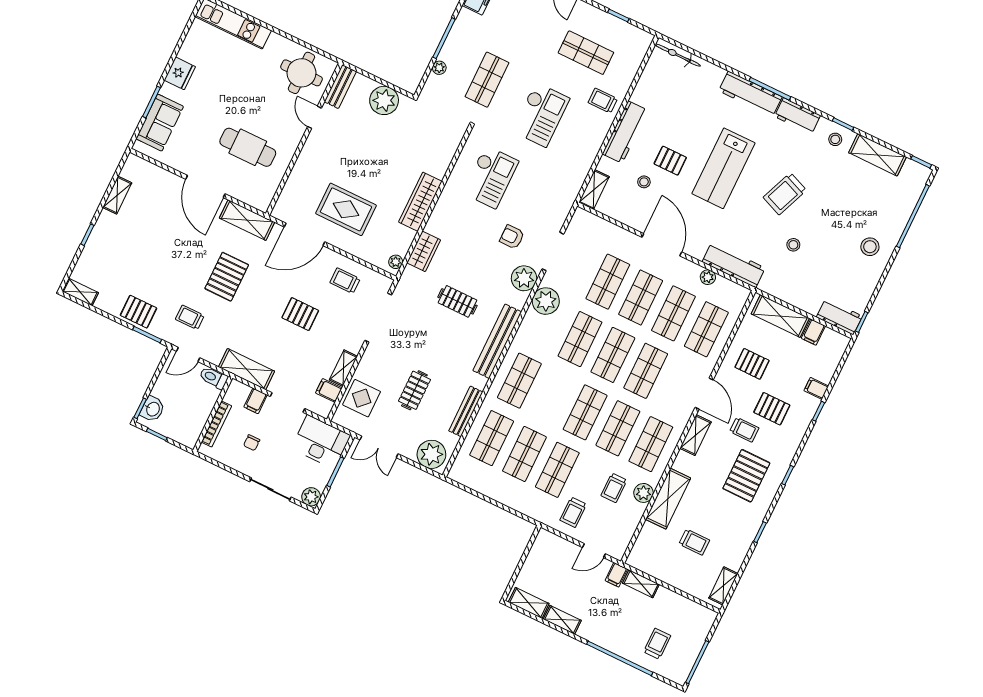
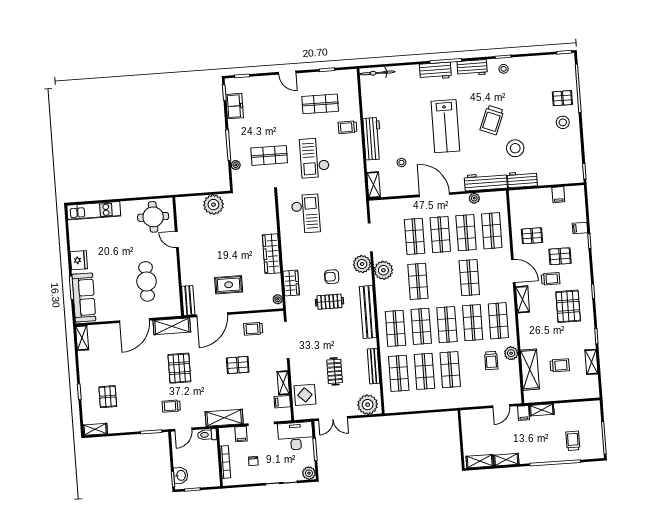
shop shelf: (487, 80) -> (269, 155), turned 90
bench: (340, 87) -> (188, 300), moved
workbench: (750, 94) -> (435, 71), width x0.73
checkout: (541, 115) -> (314, 158), turned 180
sofa: (160, 123) -> (84, 297), width x1.36
cafe table: (248, 147) -> (147, 281), turned 90
shelving: (878, 155) -> (535, 63), removed
pallet: (670, 161) -> (562, 98), moved
door: (205, 186) -> (134, 320), hinge flipped
shelving: (117, 195) -> (82, 338), moved
rug: (346, 209) -> (229, 285), width x0.73, depth x0.70
armchair: (512, 237) -> (332, 277), moved
stool: (793, 245) -> (515, 148), width x1.89, depth x1.89
pallet: (139, 312) -> (108, 397), moved, turned 90
shelving: (780, 316) -> (532, 196), removed
workbench: (839, 317) -> (522, 179), moved
shop shelf: (613, 355) -> (421, 326), moved
shelving: (668, 499) -> (530, 370), moved
trolley: (573, 512) -> (475, 390), removed
shelving: (723, 586) -> (591, 362), moved

